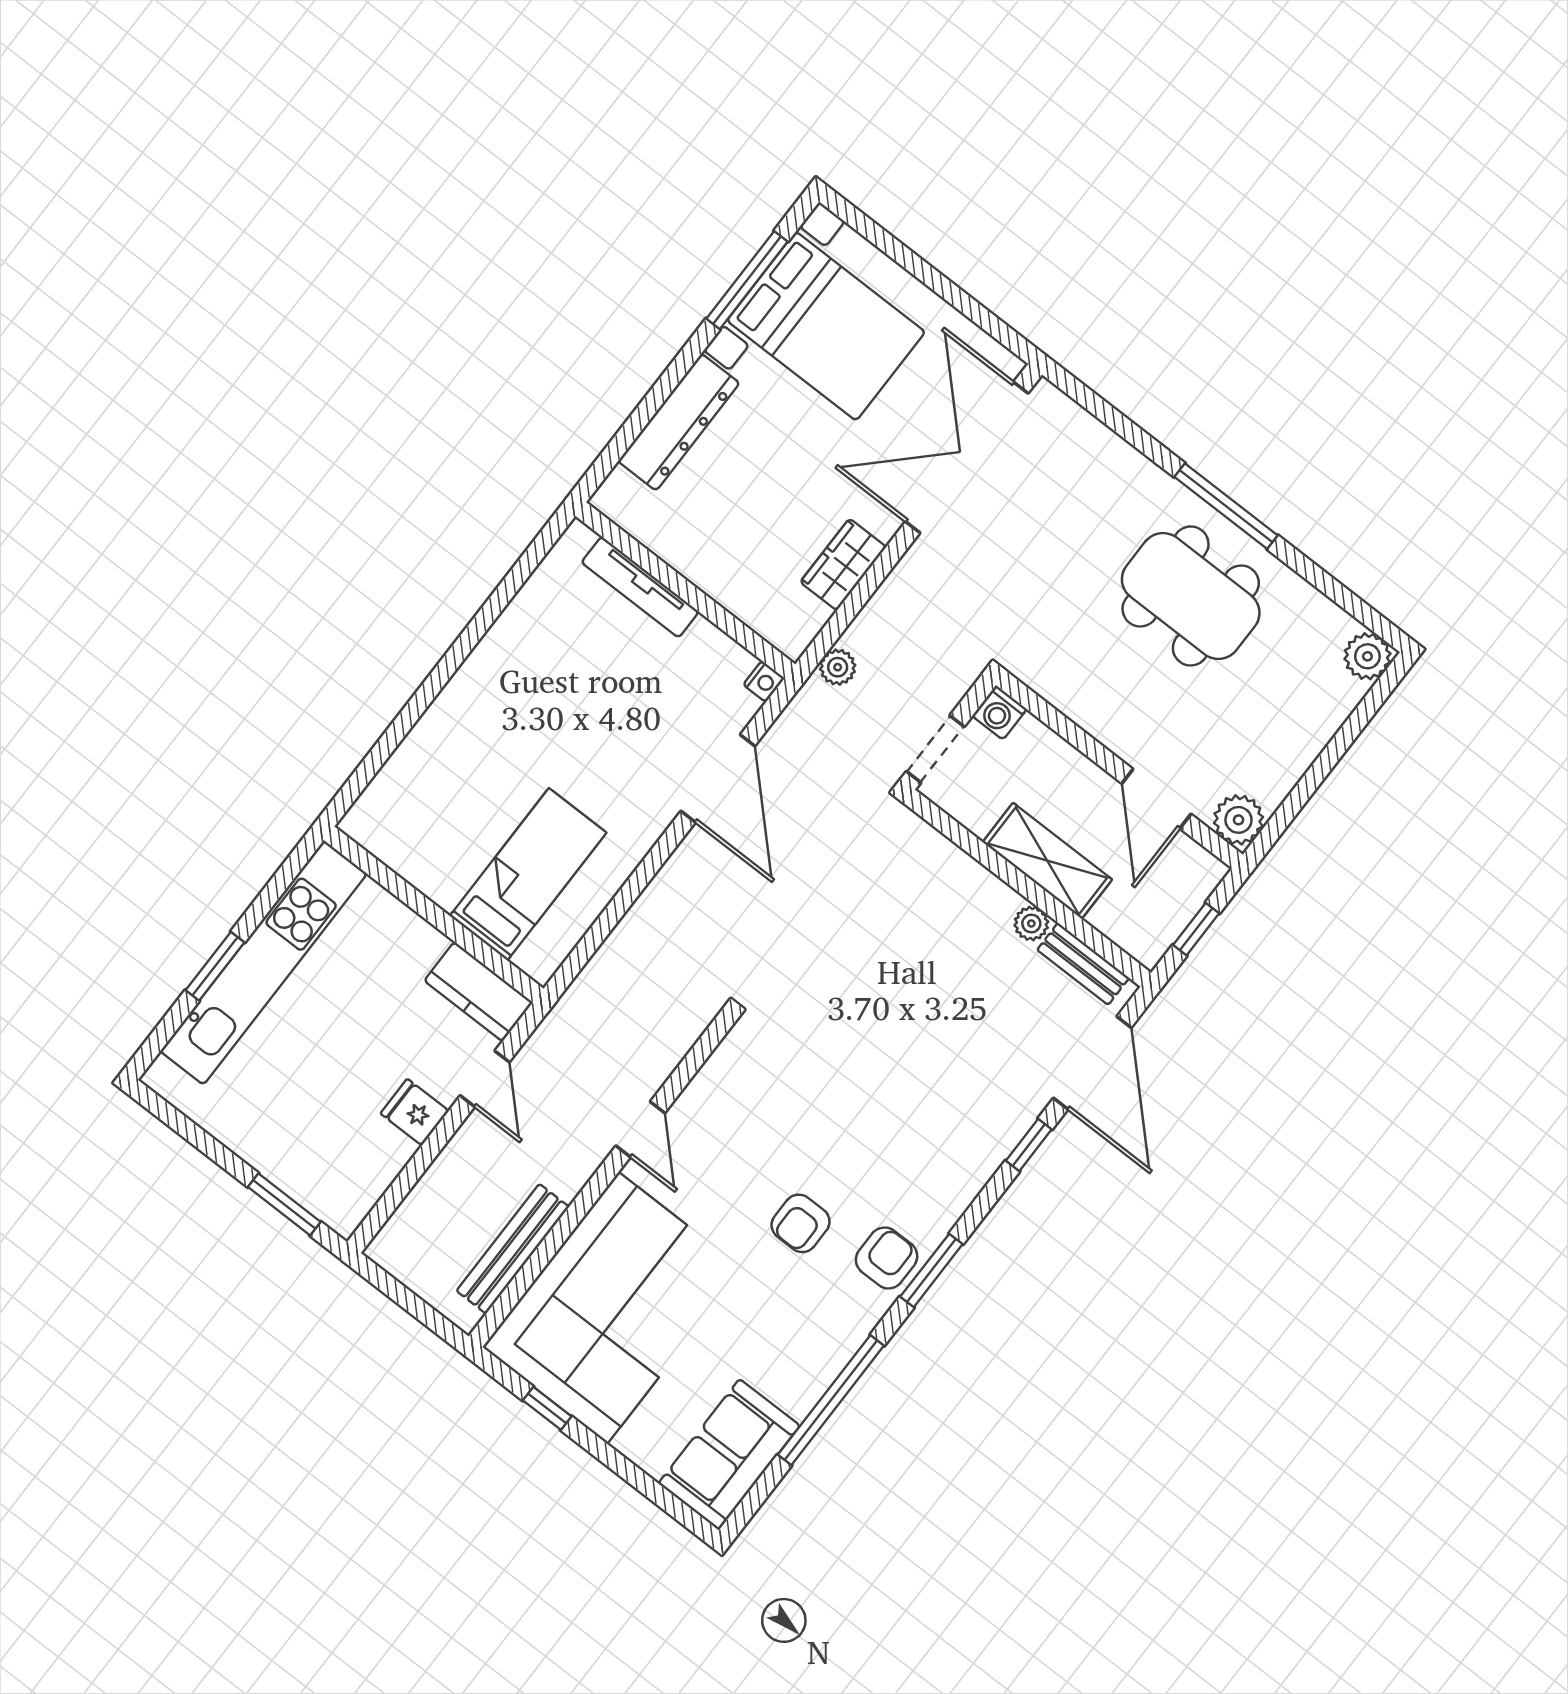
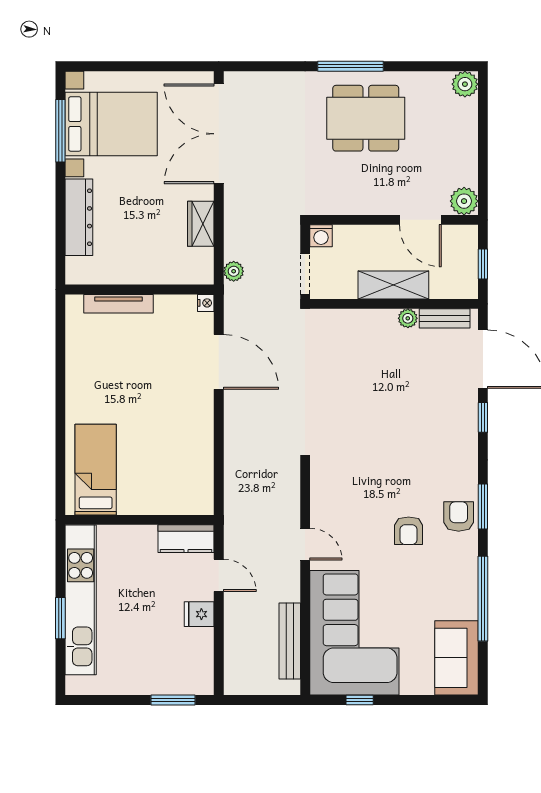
bed: (528, 874) -> (96, 470), moved

